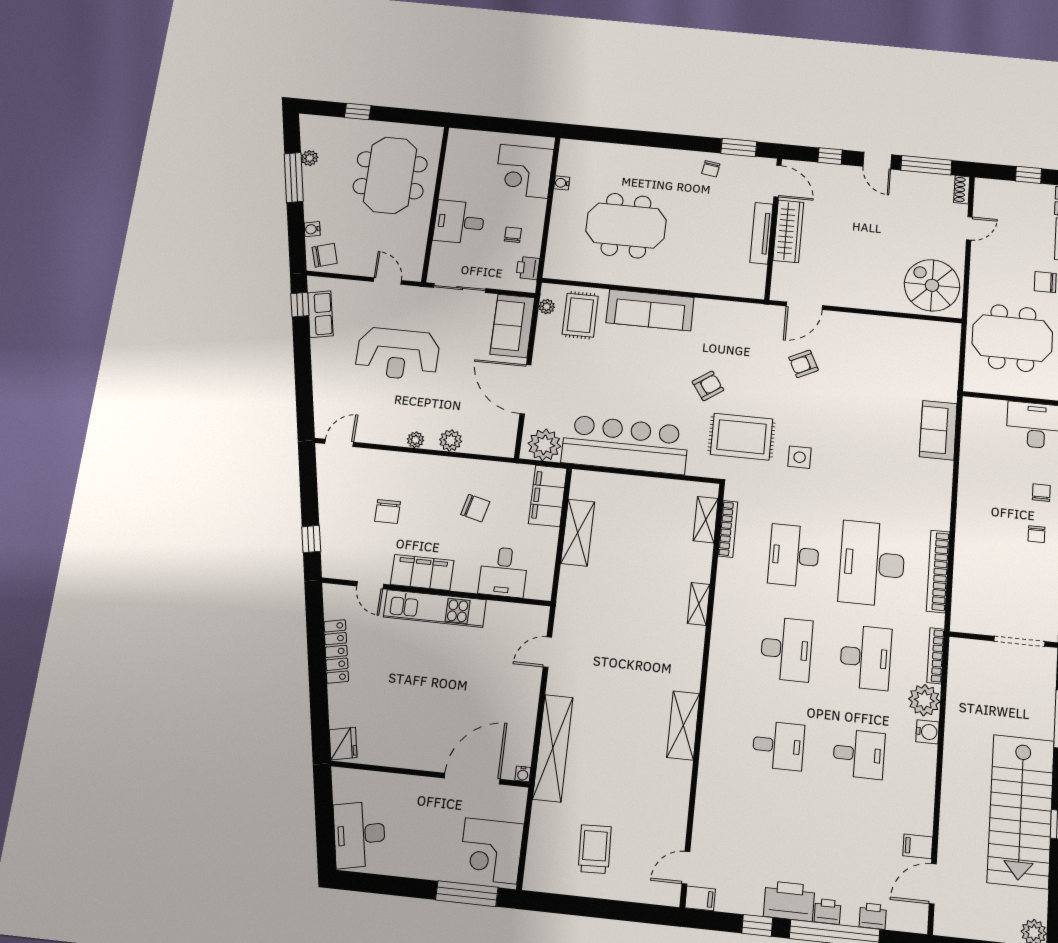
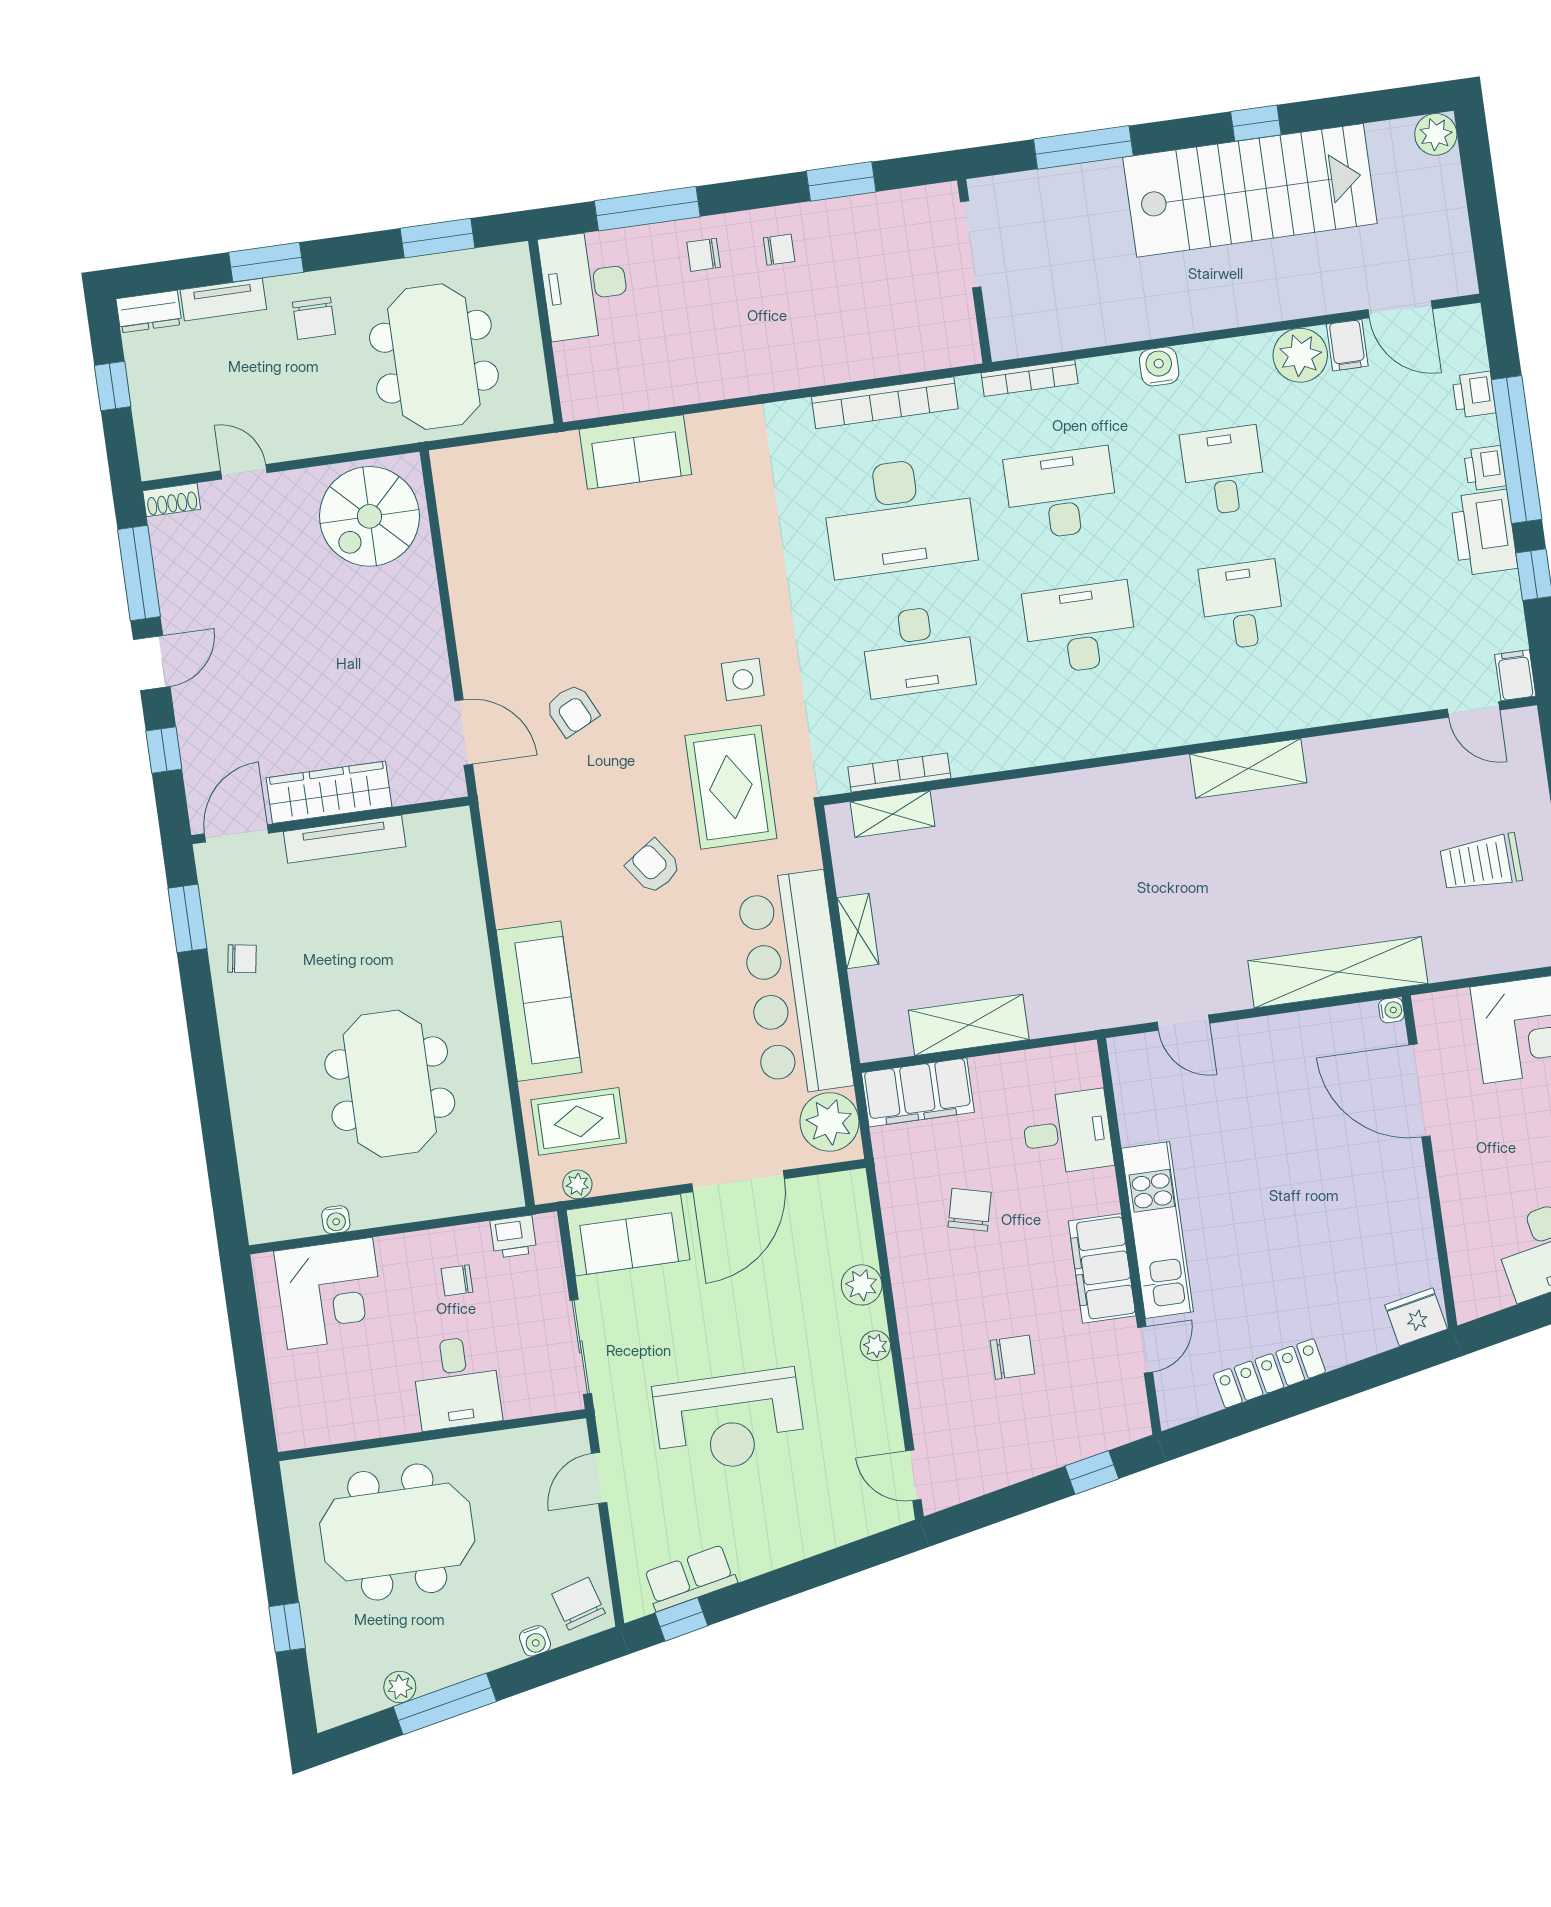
reception desk: (398, 354) -> (729, 1421), turned 90
shelving: (699, 604) -> (858, 931), moved, turned 90
plant: (924, 700) -> (1300, 355), moved

